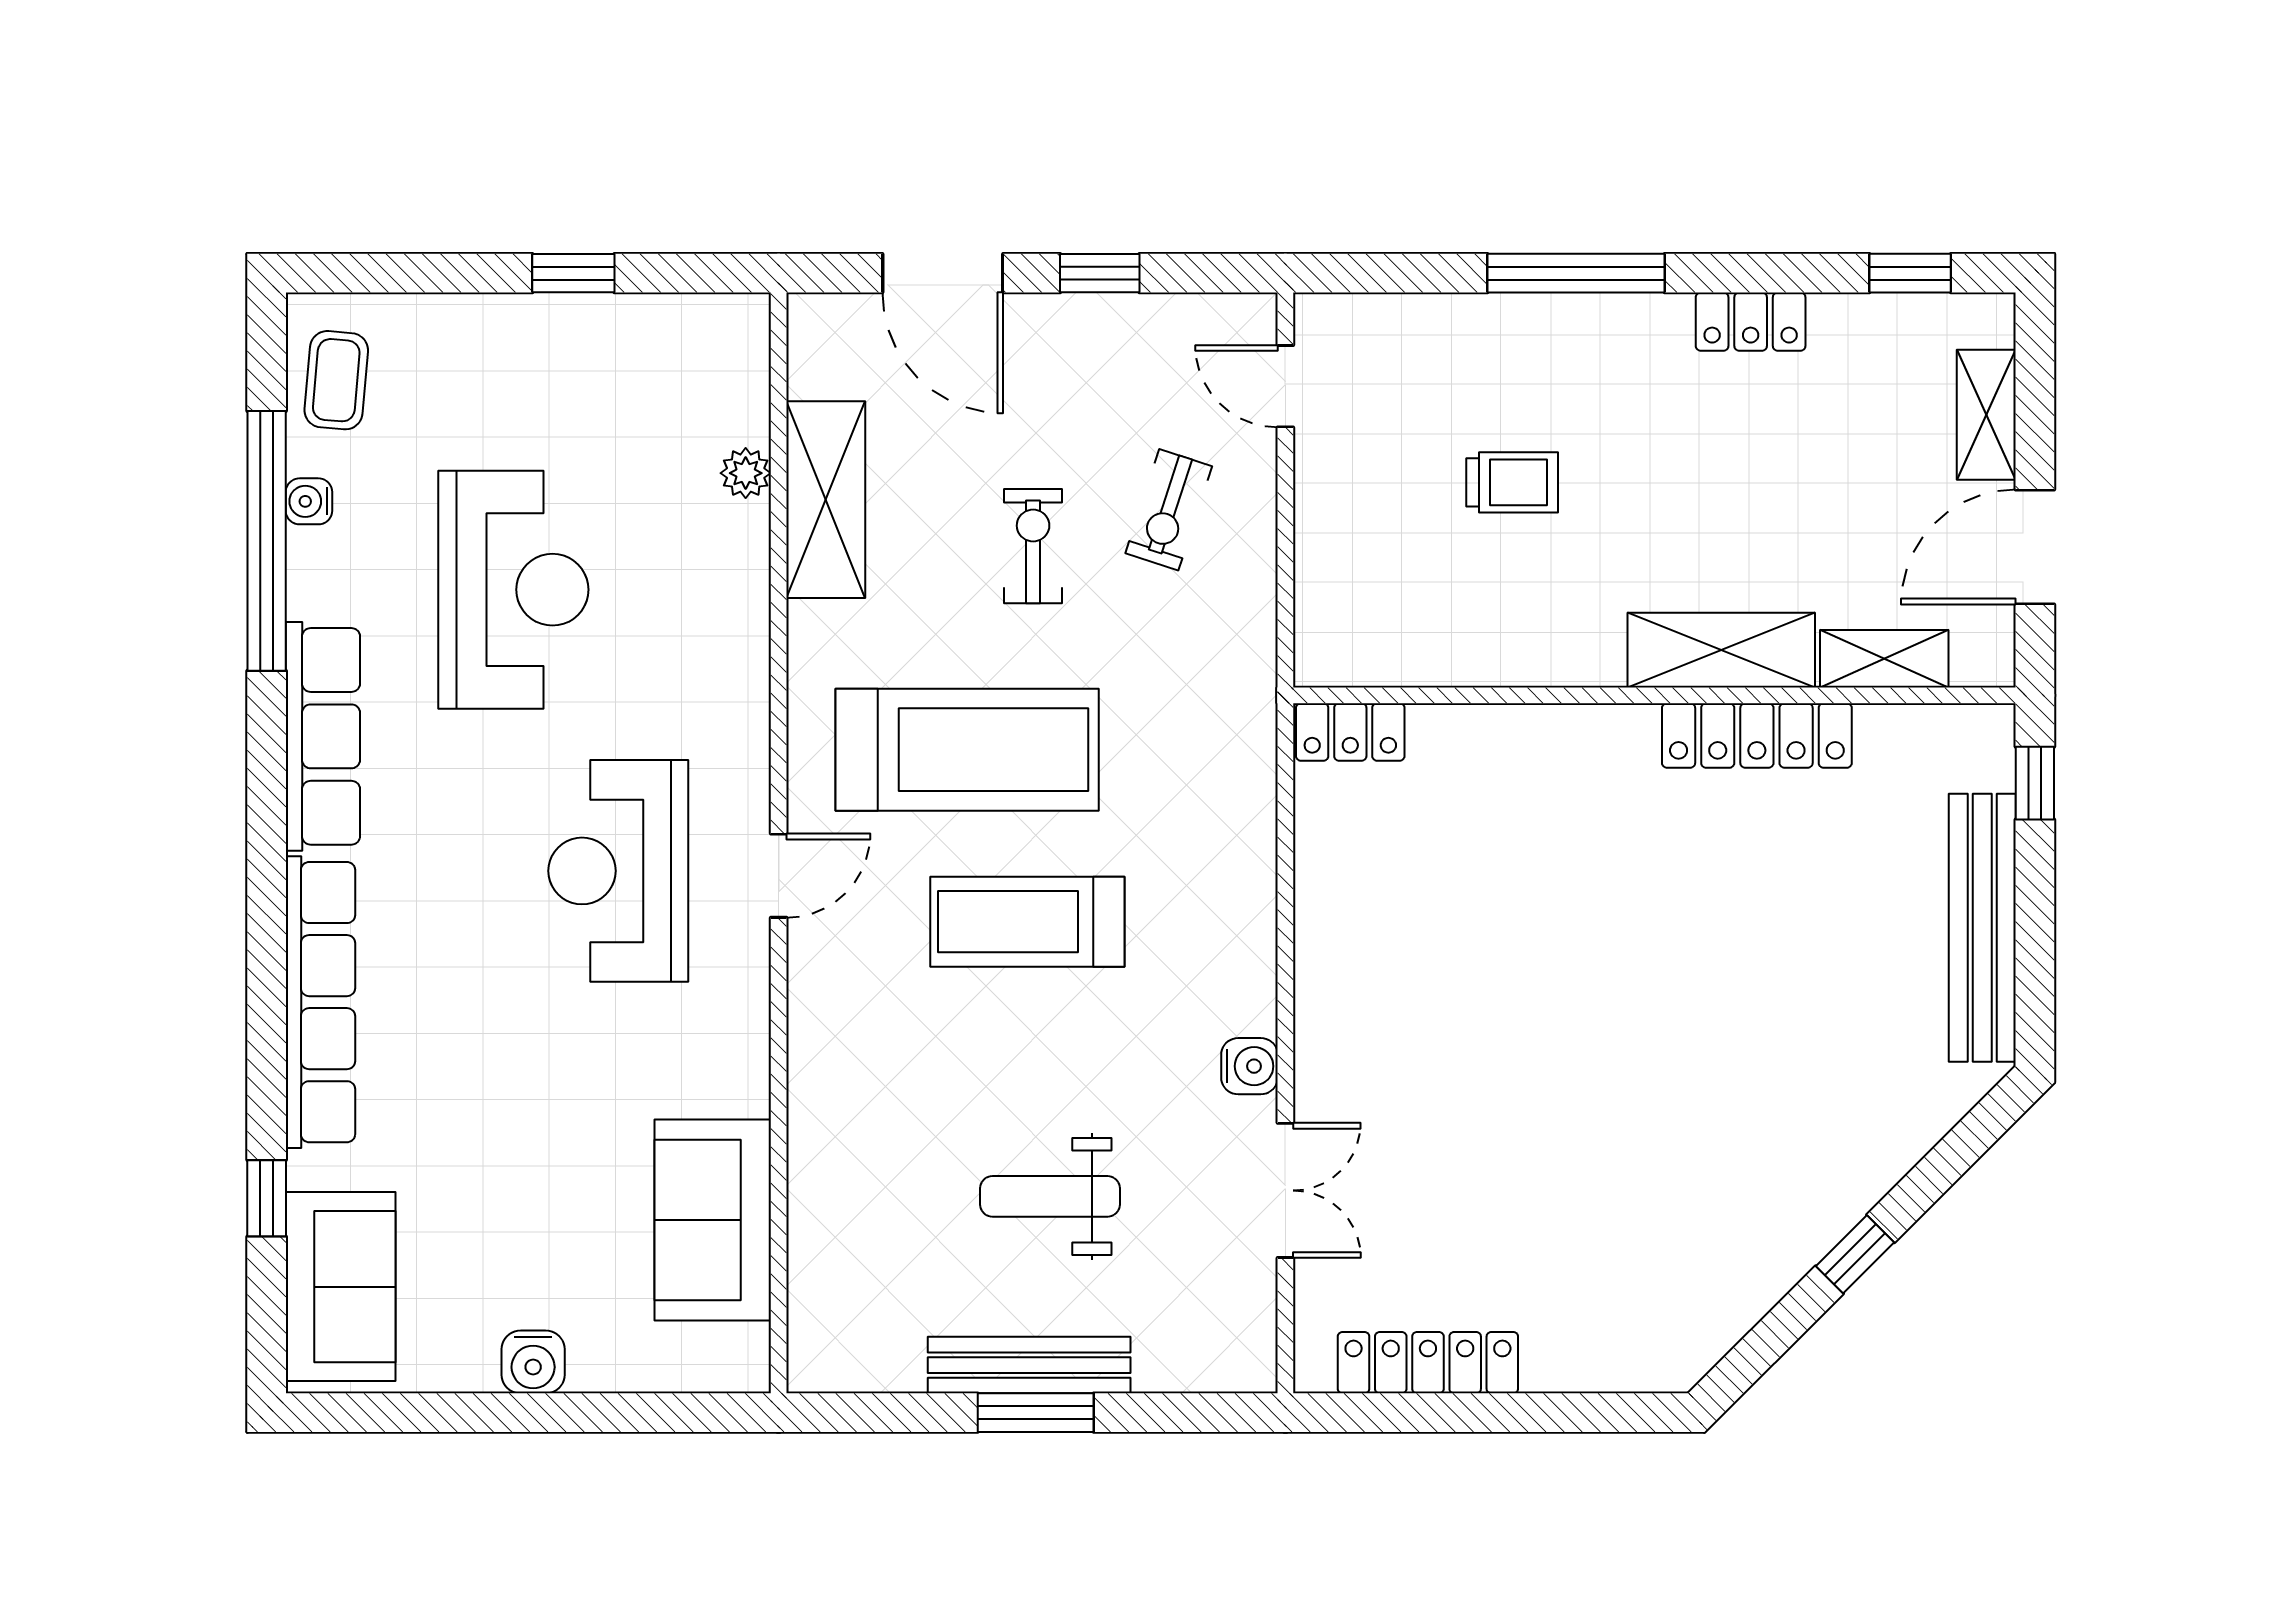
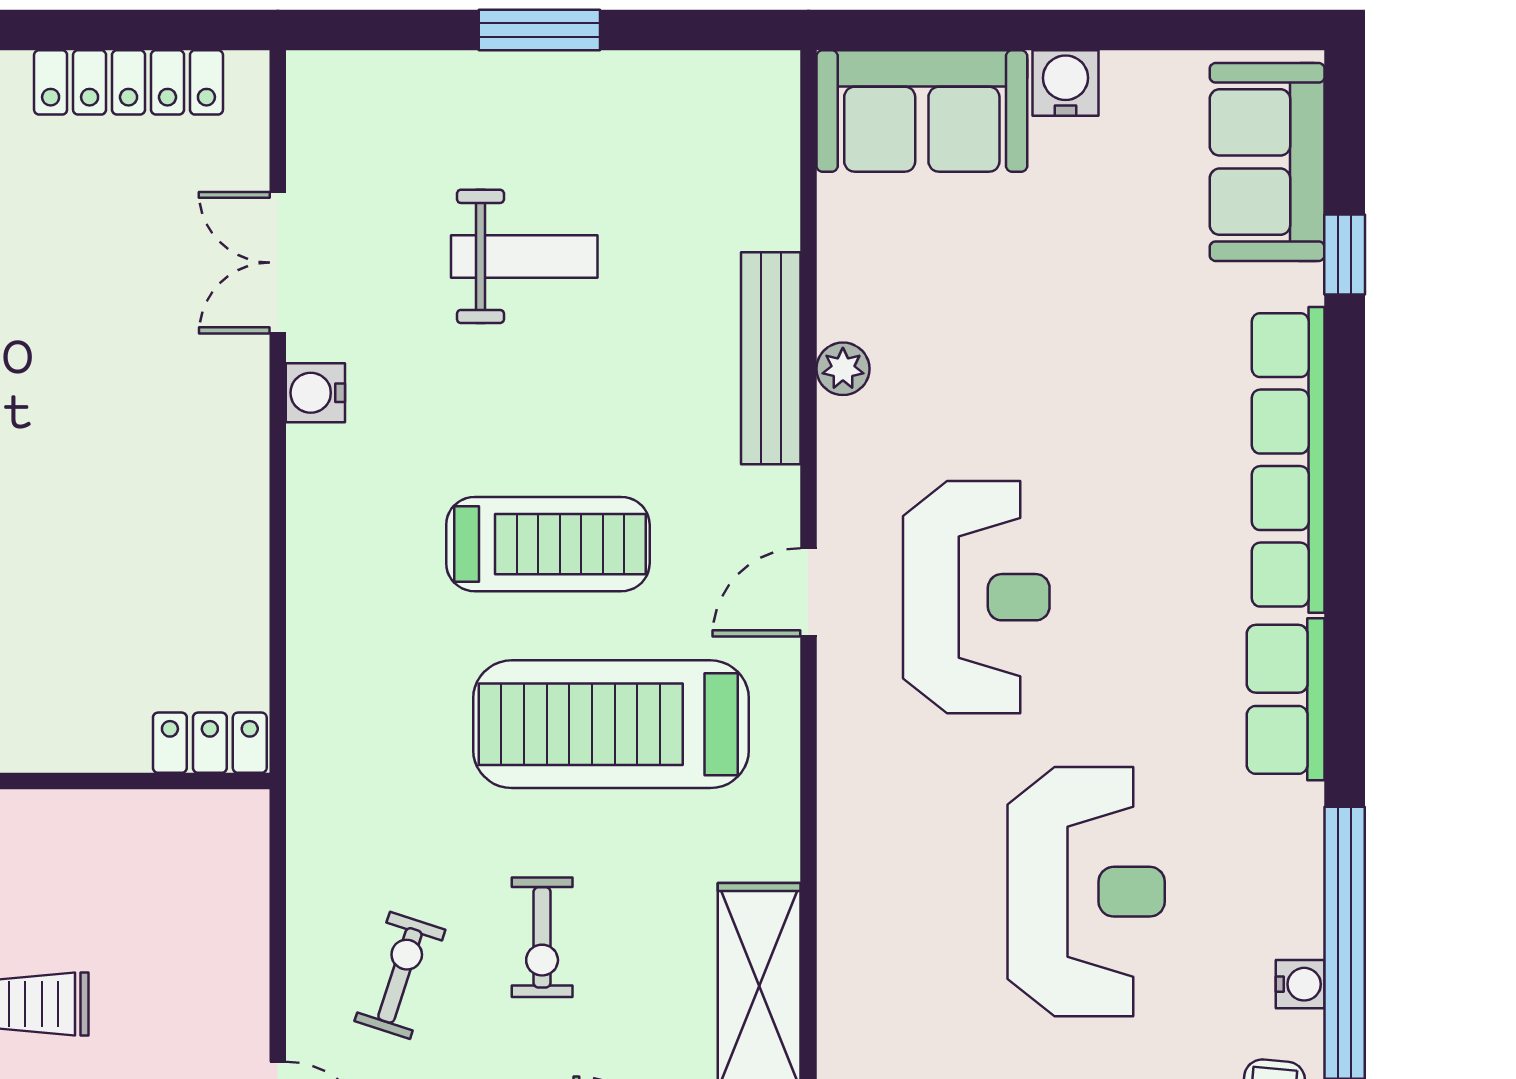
plant: (746, 473) -> (843, 369), moved
reception desk: (513, 590) -> (1086, 892), turned 180
row of seats: (323, 736) -> (1286, 699), width x0.68
sofa: (713, 1220) -> (922, 111), moved, turned 90
bench: (1029, 1365) -> (771, 358), moved, turned 90

